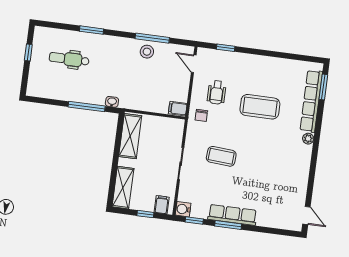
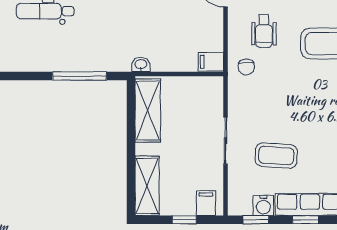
washbasin: (112, 102) -> (141, 65), moved
coffee table: (221, 156) -> (276, 156), moved
water cooler: (183, 209) -> (263, 206), moved, turned -90
window: (228, 225) -> (305, 220), width x0.67

